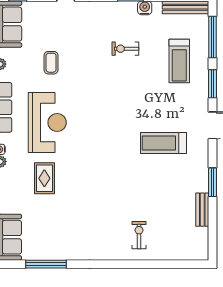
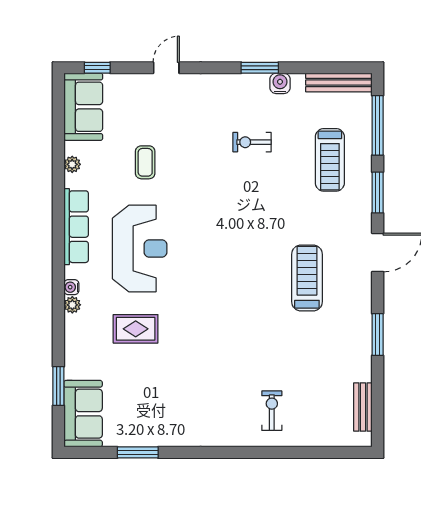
treadmill: (163, 143) -> (307, 278), turned 90
rug: (44, 178) -> (136, 329), turned 90
bench: (202, 210) -> (363, 407), moved
window: (46, 264) -> (138, 452), width x0.69

